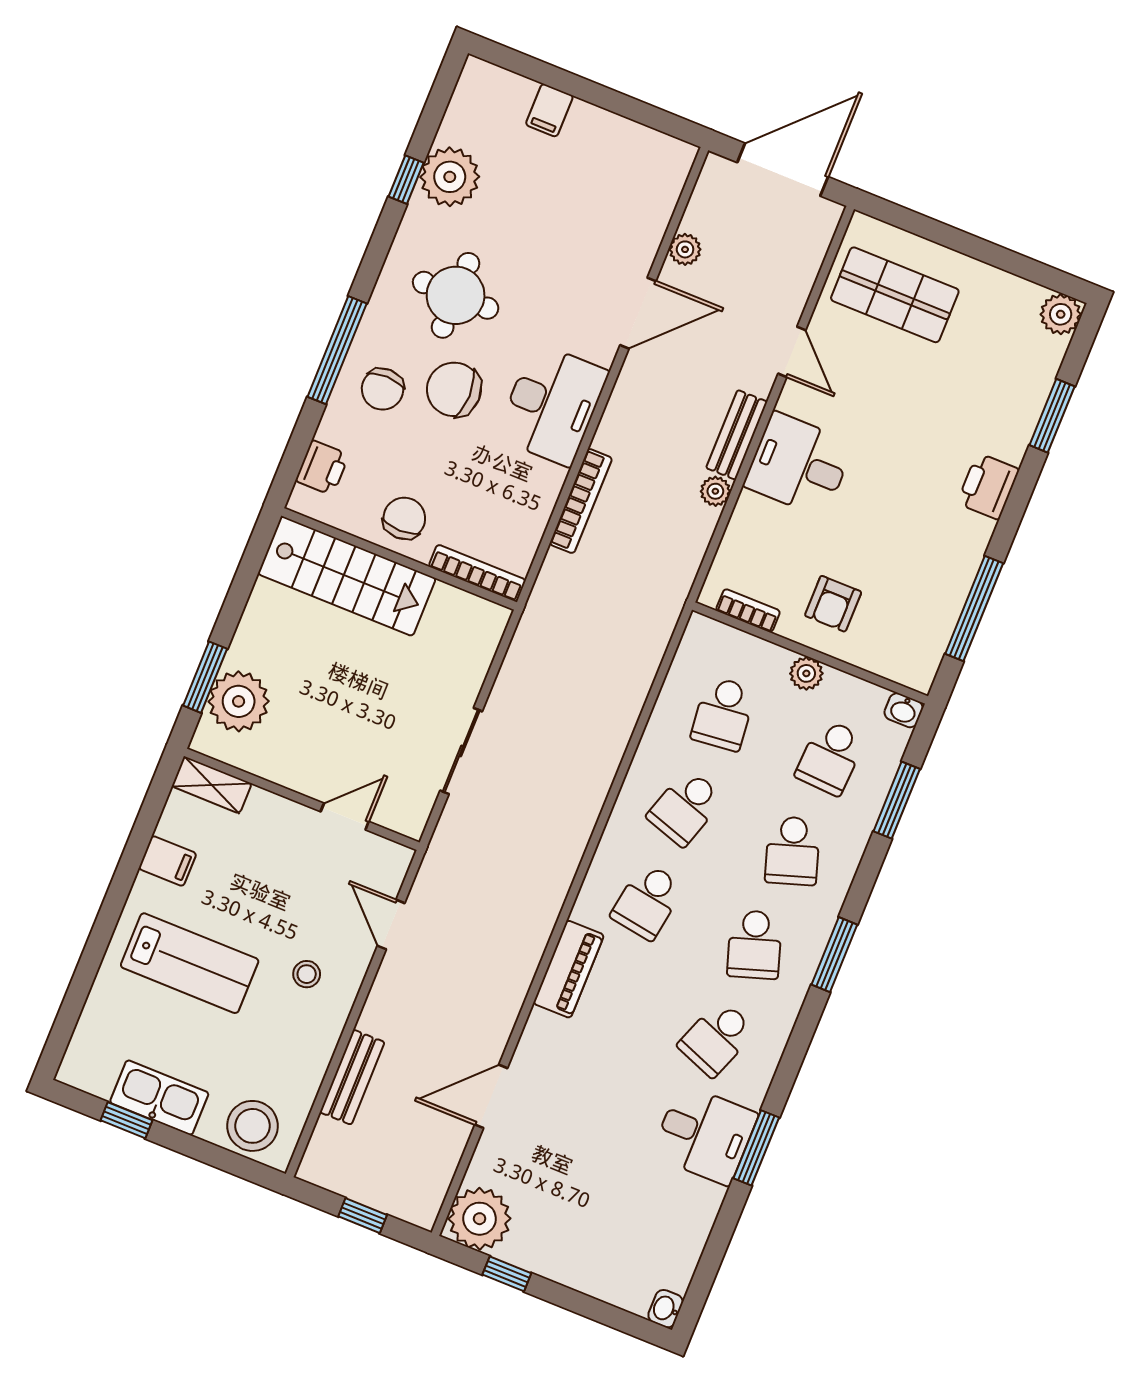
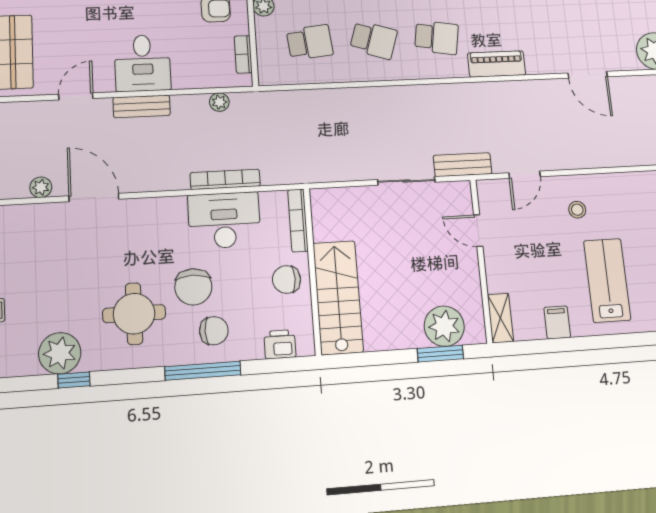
desk: (552, 404) -> (224, 220), moved
plant: (715, 491) -> (219, 102), moved
bench: (352, 1077) -> (463, 165), moved

